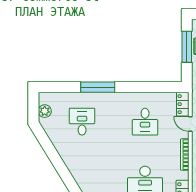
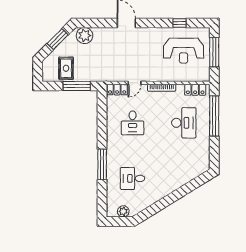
window: (187, 47) -> (77, 86), moved
desk: (145, 122) -> (133, 123), turned 90

